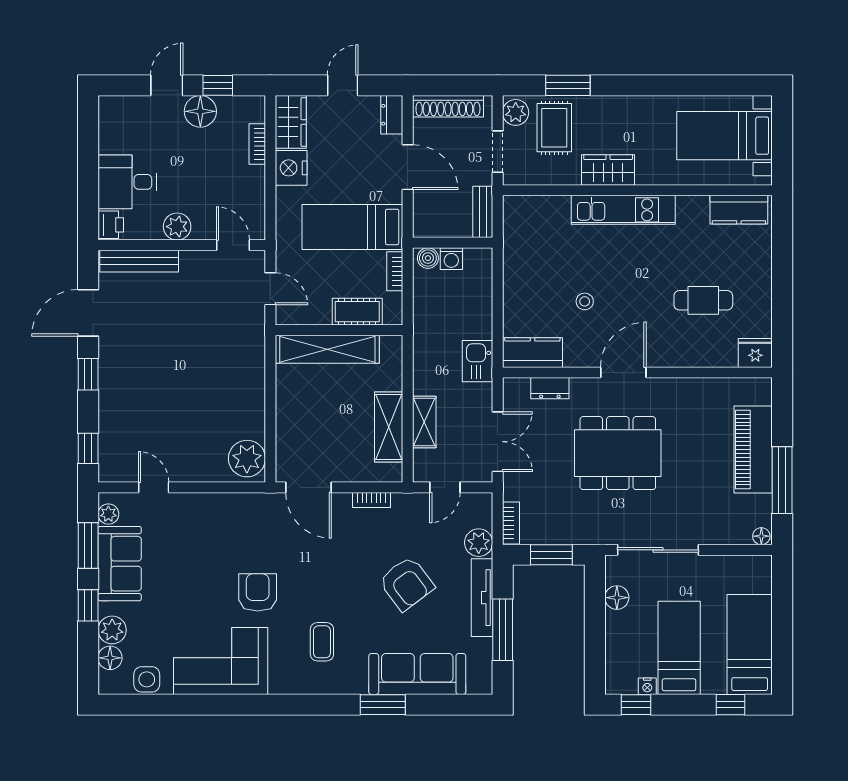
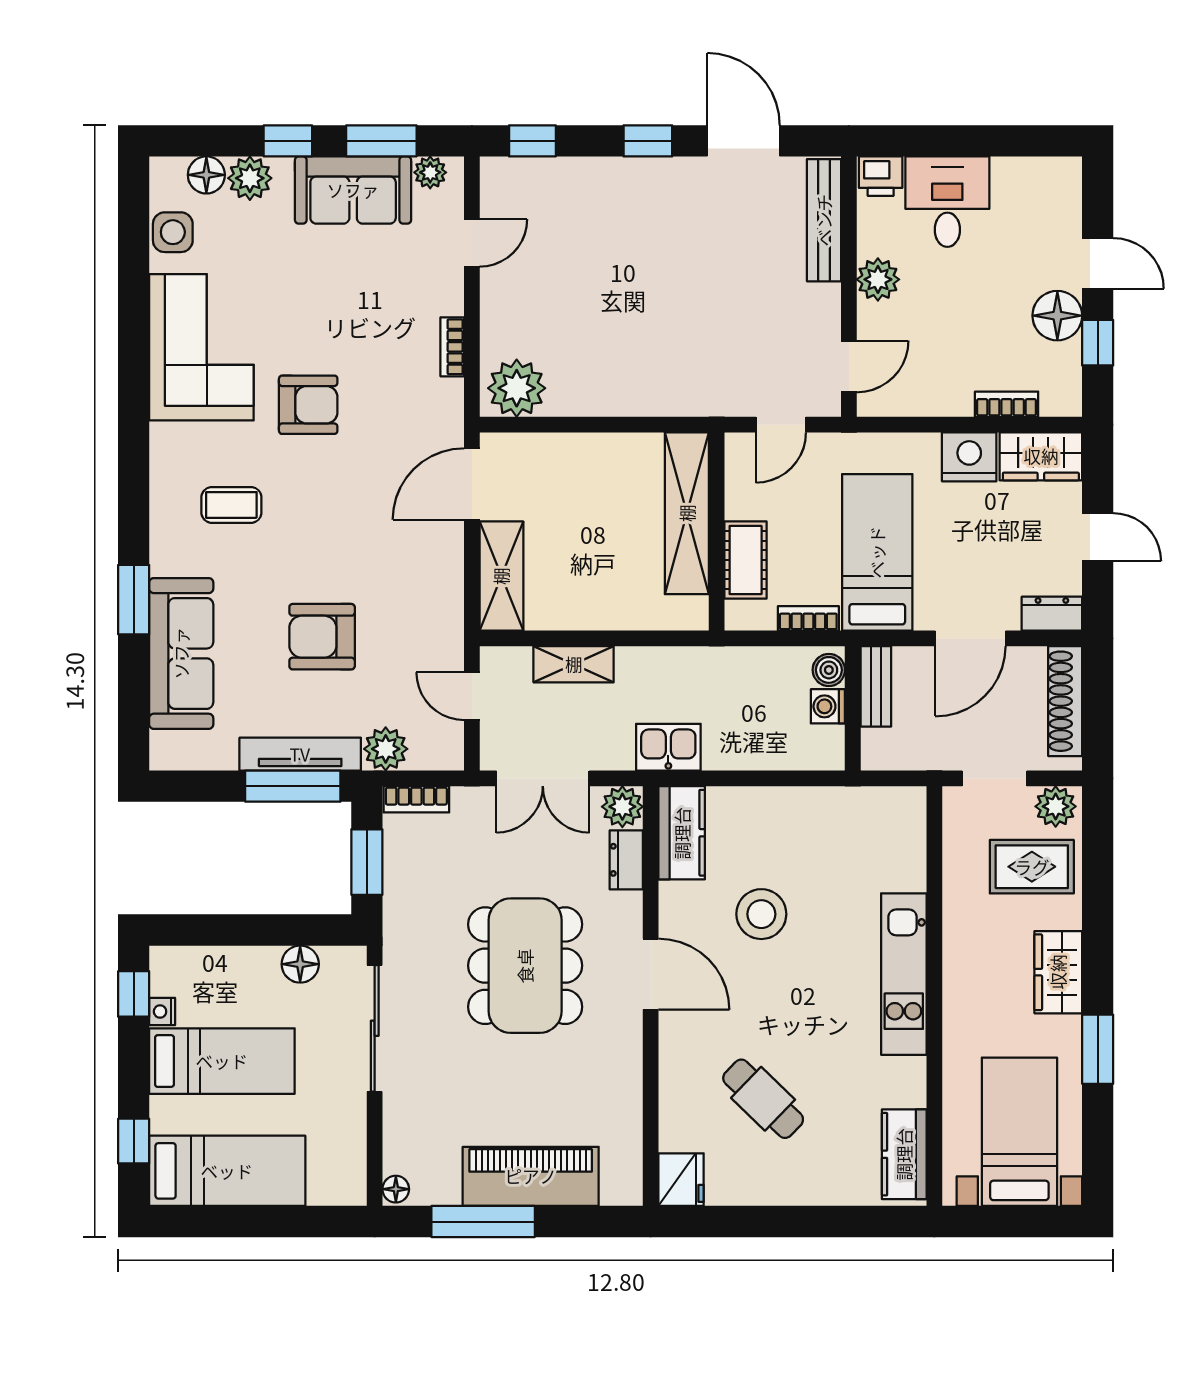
window: (568, 85) -> (1098, 1049), moved
wardrobe: (608, 170) -> (1058, 972), moved, turned 180
bench: (483, 212) -> (876, 686), moved, turned 90
cafe table: (703, 300) -> (763, 1099), turned -46
stool: (585, 301) -> (761, 914), width x1.89, depth x1.89
plant: (516, 391) -> (622, 807), added
shelving: (389, 427) -> (501, 576), moved, turned 90
bookcase: (371, 500) -> (452, 347), moved
armchair: (407, 584) -> (322, 637), turned 37
window: (503, 630) -> (293, 786), moved

